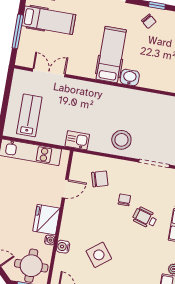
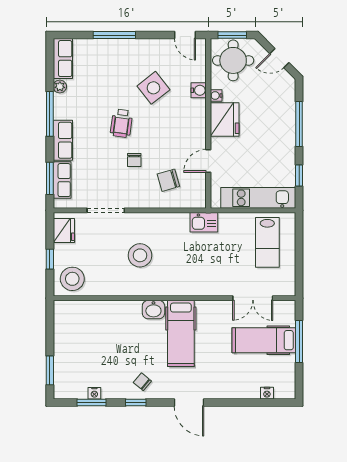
hospital bed: (49, 20) -> (264, 340), moved
stool: (121, 140) -> (140, 255), moved
wheelchair: (145, 218) -> (121, 123), moved, turned 81

